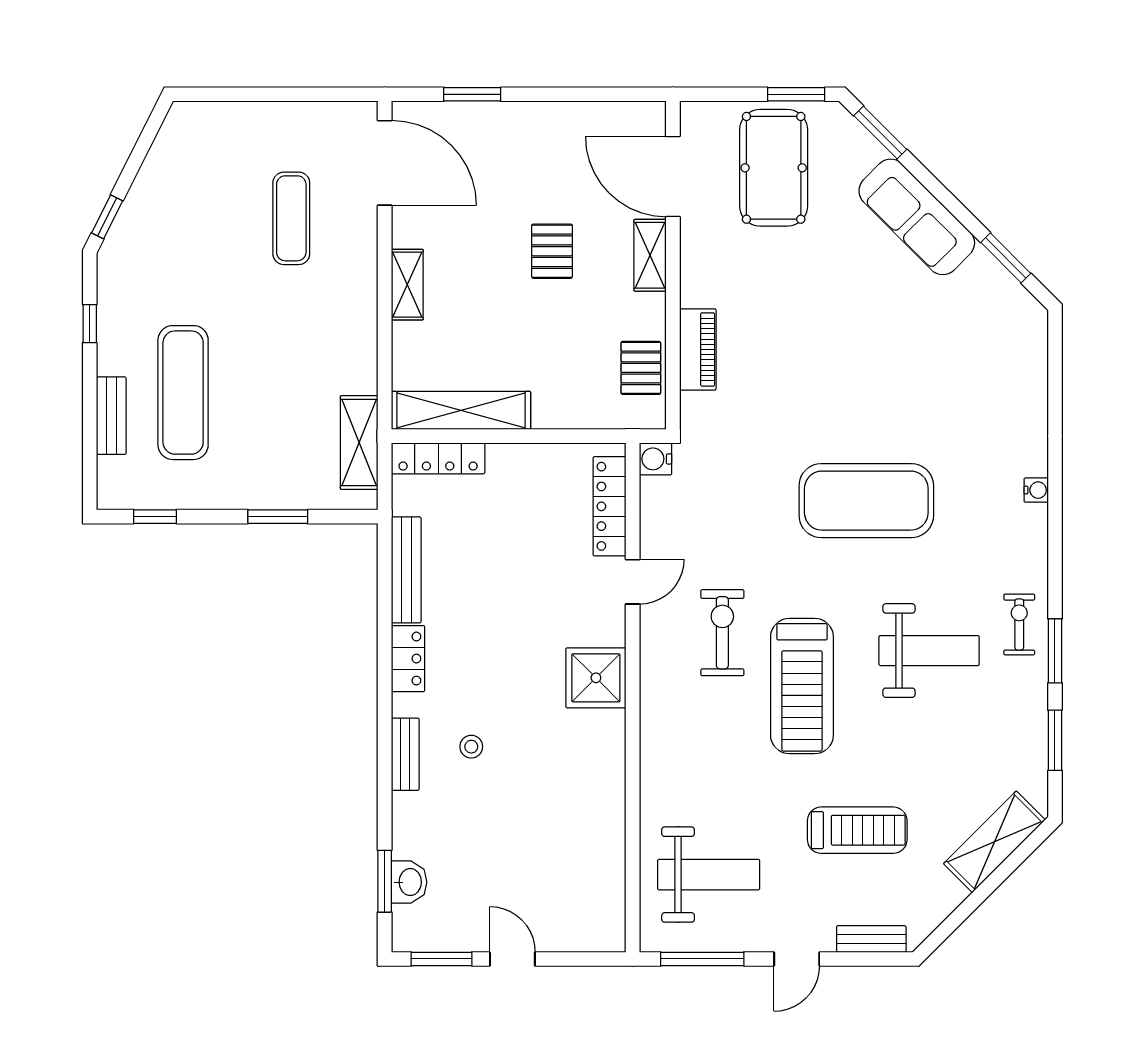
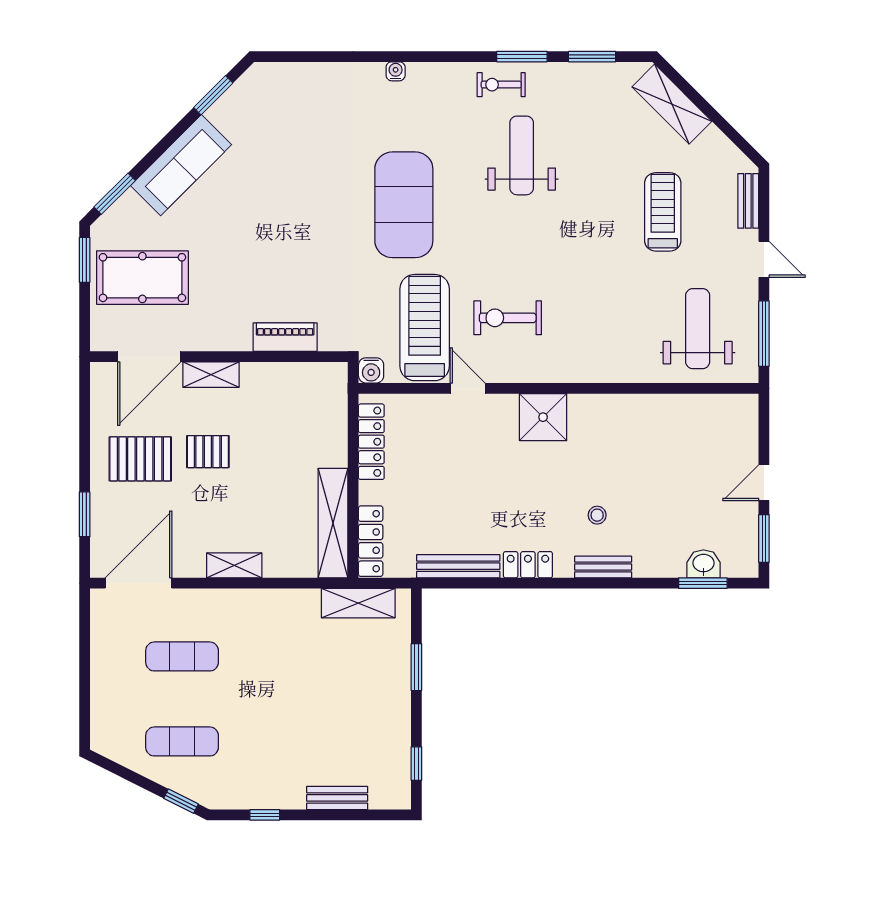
pallet: (641, 368) -> (140, 459), moved, width x1.50, depth x1.42
exercise mat: (183, 393) -> (182, 741), moved, width x0.73, depth x0.69
locker: (610, 506) -> (371, 442), moved, turned -90
treadmill: (802, 686) -> (425, 328), moved, turned -90

